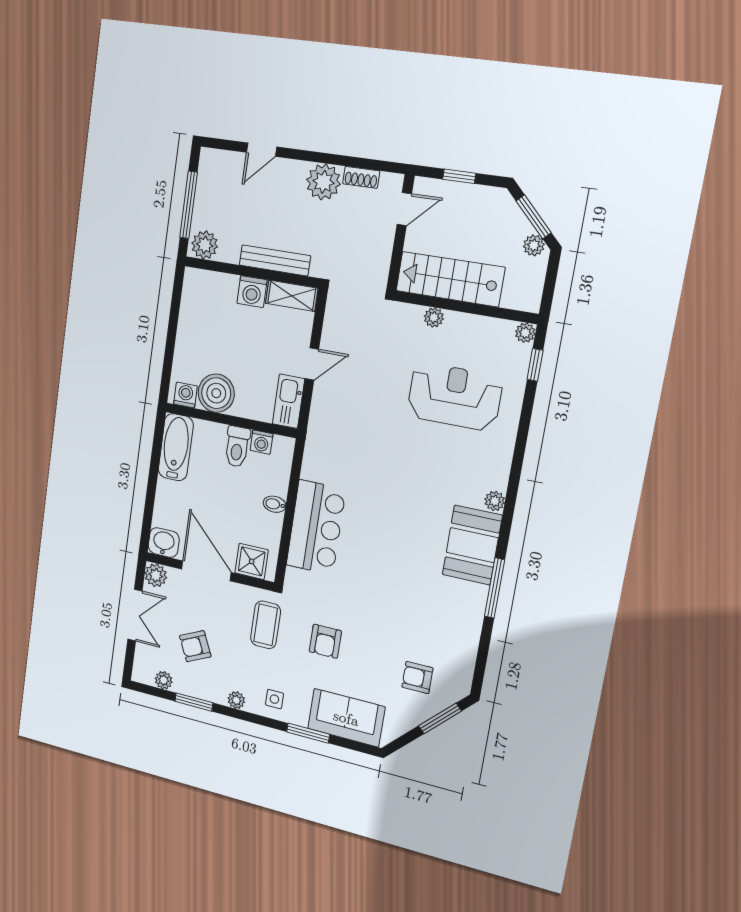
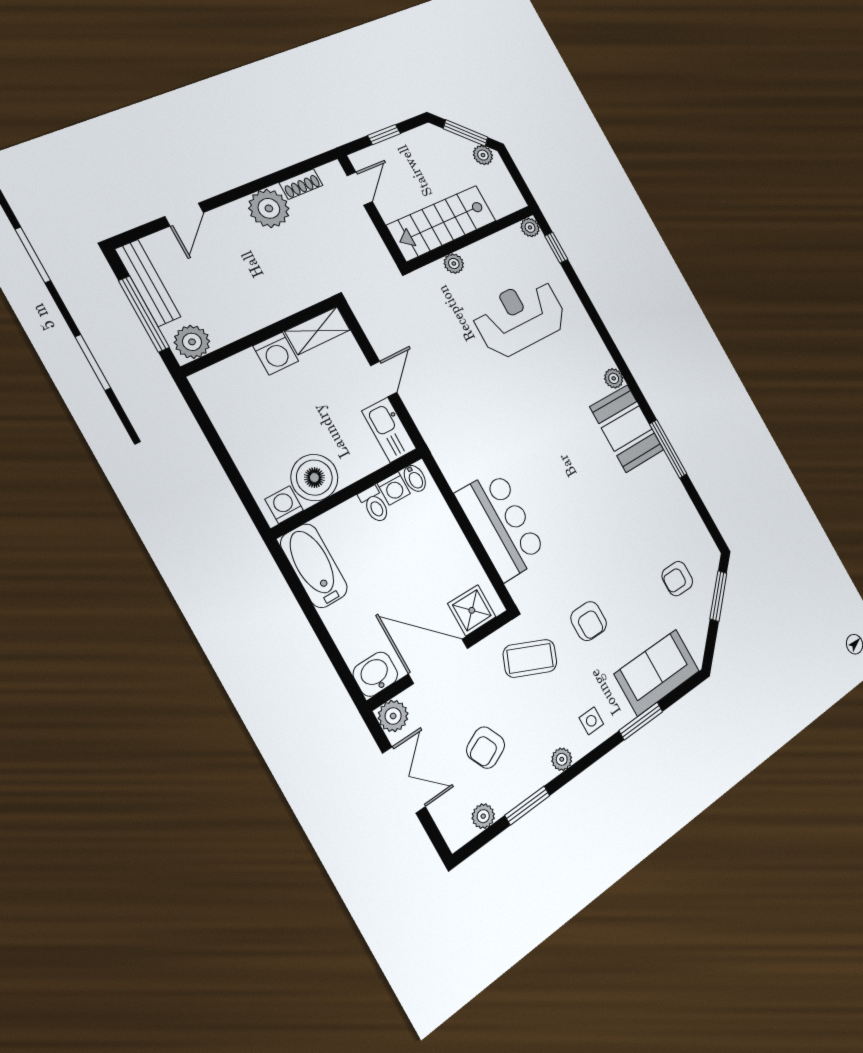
bench: (275, 260) -> (148, 283), moved, turned 90
toilet: (237, 447) -> (374, 505), width x0.73, depth x0.72
bidet: (275, 504) -> (415, 478), moved, turned -90
coffee table: (266, 625) -> (530, 658), turned -67

